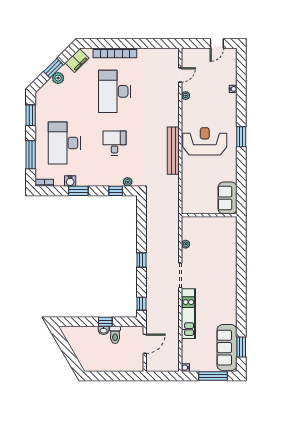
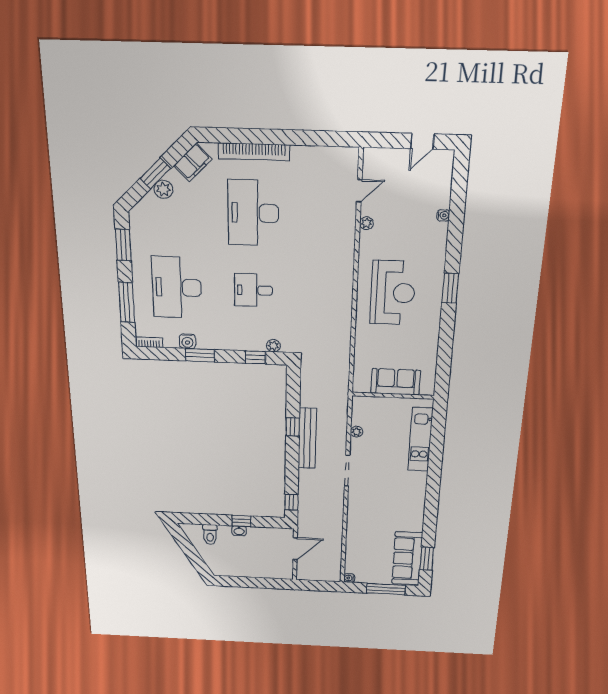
reception desk: (205, 141) -> (393, 293), turned 90
desk: (114, 143) -> (253, 290), turned -90
bench: (173, 151) -> (307, 438), moved
sofa: (227, 198) -> (396, 382), moved, turned 90
window: (141, 260) -> (293, 427), moved
kitchen unit: (188, 314) -> (420, 440), moved, turned 180
toilet: (115, 335) -> (210, 535), moved

